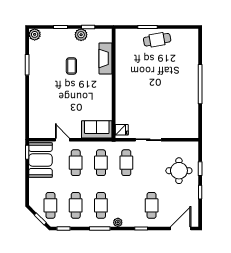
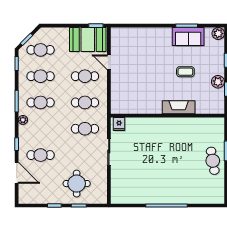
fireplace: (106, 58) -> (179, 107), moved
sofa: (97, 129) -> (188, 37), moved, turned 90
door: (62, 140) -> (109, 62), swing flipped
door: (181, 228) -> (17, 173), moved

